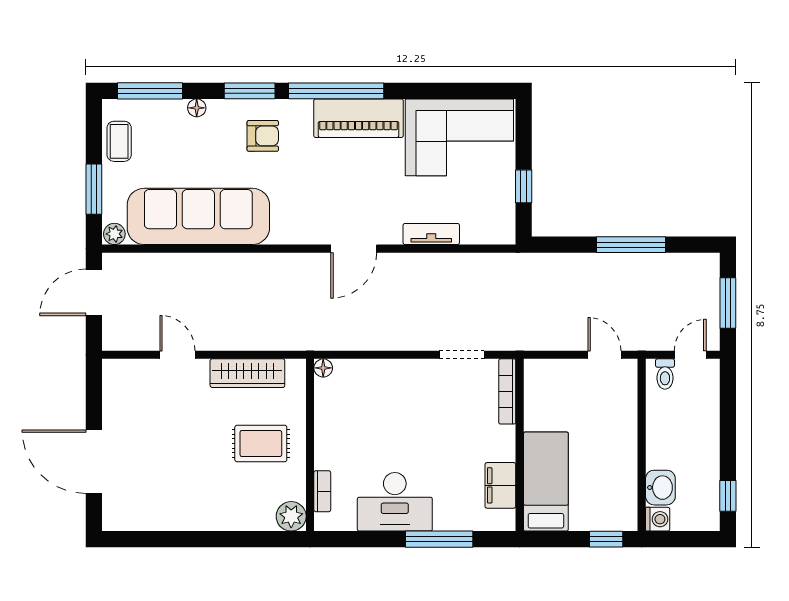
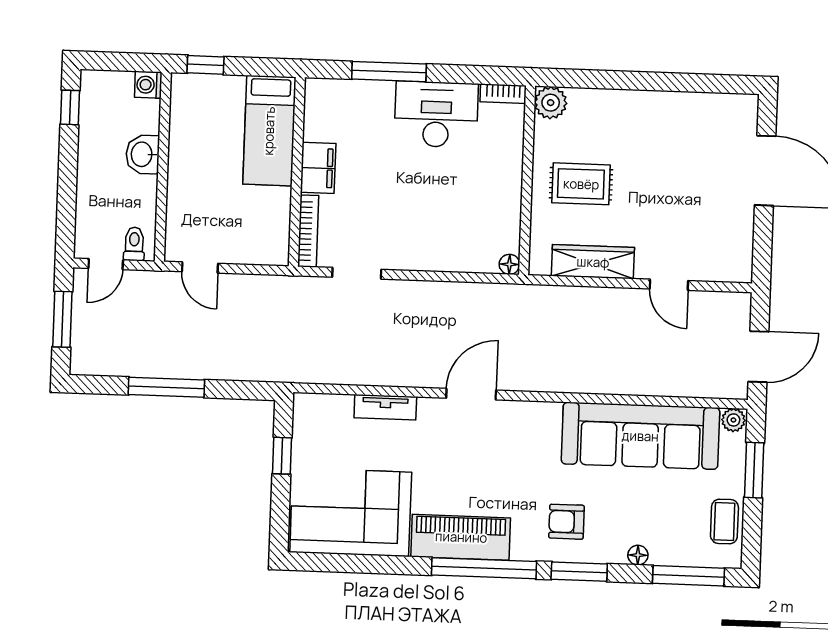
filing cabinet: (500, 485) -> (318, 168), moved
washbasin: (660, 488) -> (143, 154), moved
bookcase: (322, 491) -> (503, 94), moved, turned -90

